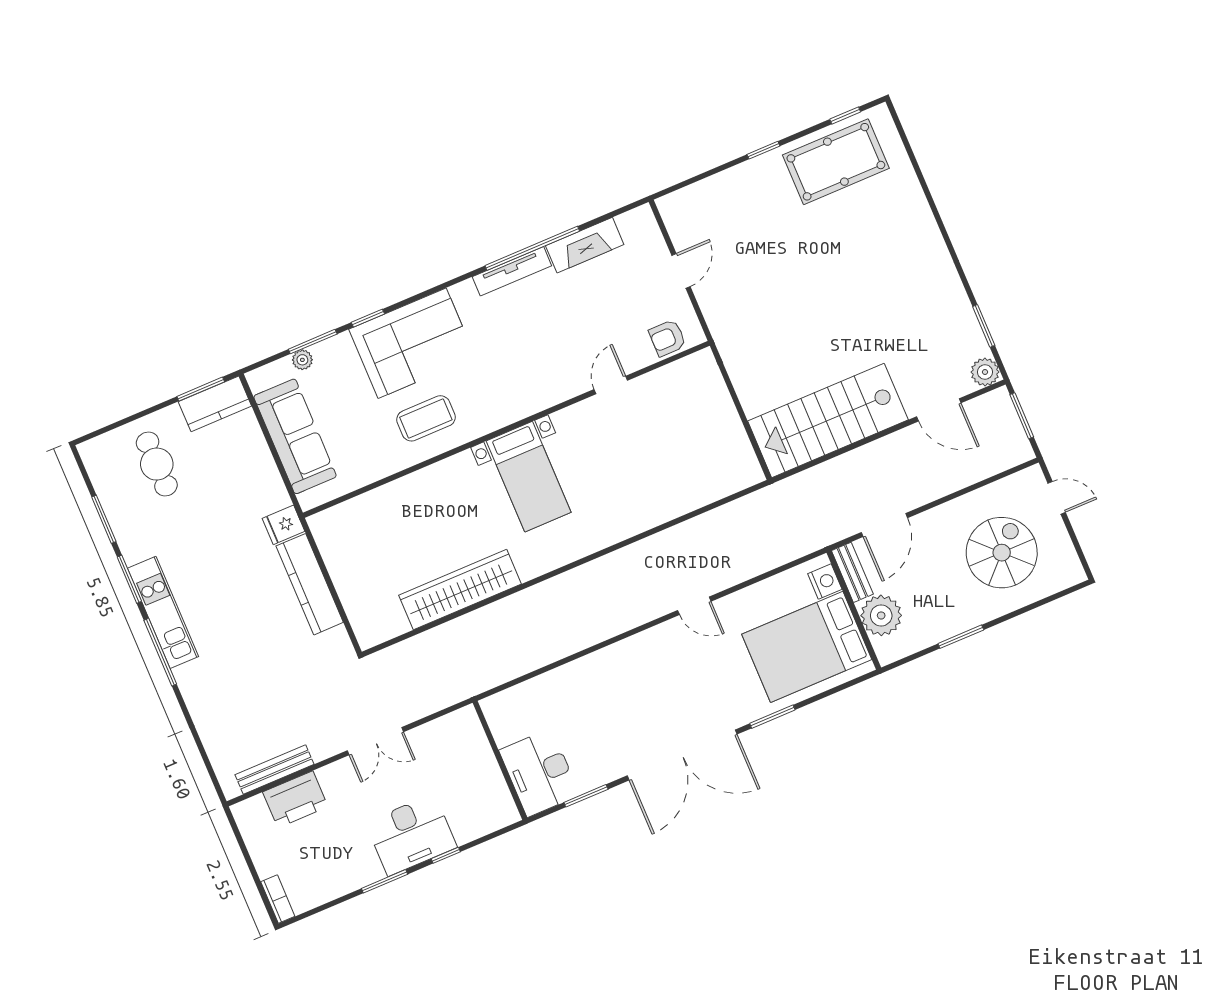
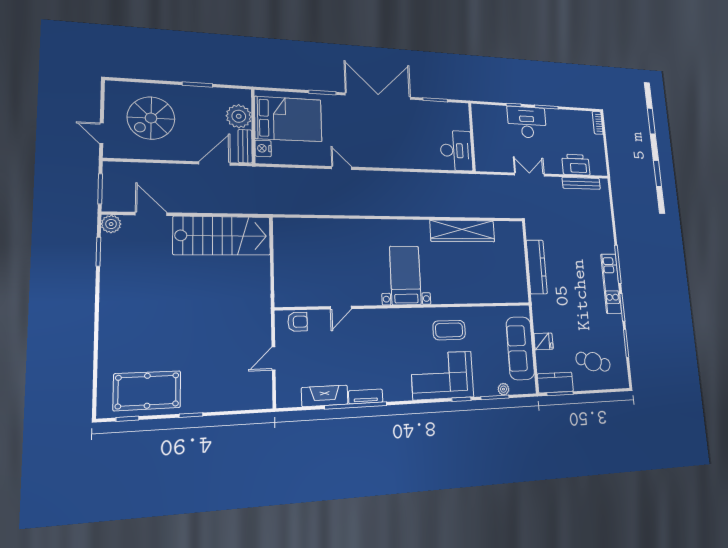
tv unit: (512, 271) -> (366, 396), width x0.71
cafe table: (157, 464) -> (593, 362), turned -74
fridge: (283, 525) -> (544, 341), moved
desk: (539, 773) -> (456, 151), moved

